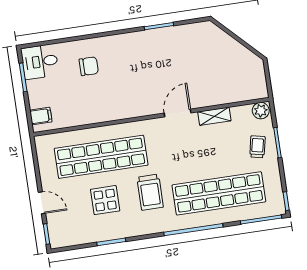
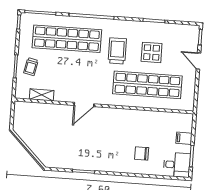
plant: (261, 111) -> (23, 93), removed
filing cabinet: (41, 116) -> (184, 138), moved
shelving: (214, 116) -> (42, 95), moved

